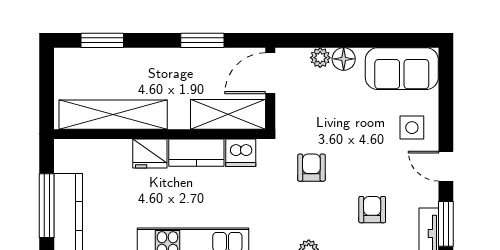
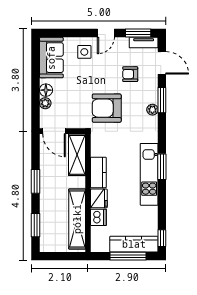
window: (202, 40) -> (36, 181), moved
dishwasher: (241, 153) -> (98, 217), moved
armchair: (311, 168) -> (107, 108), width x1.88, depth x1.88

